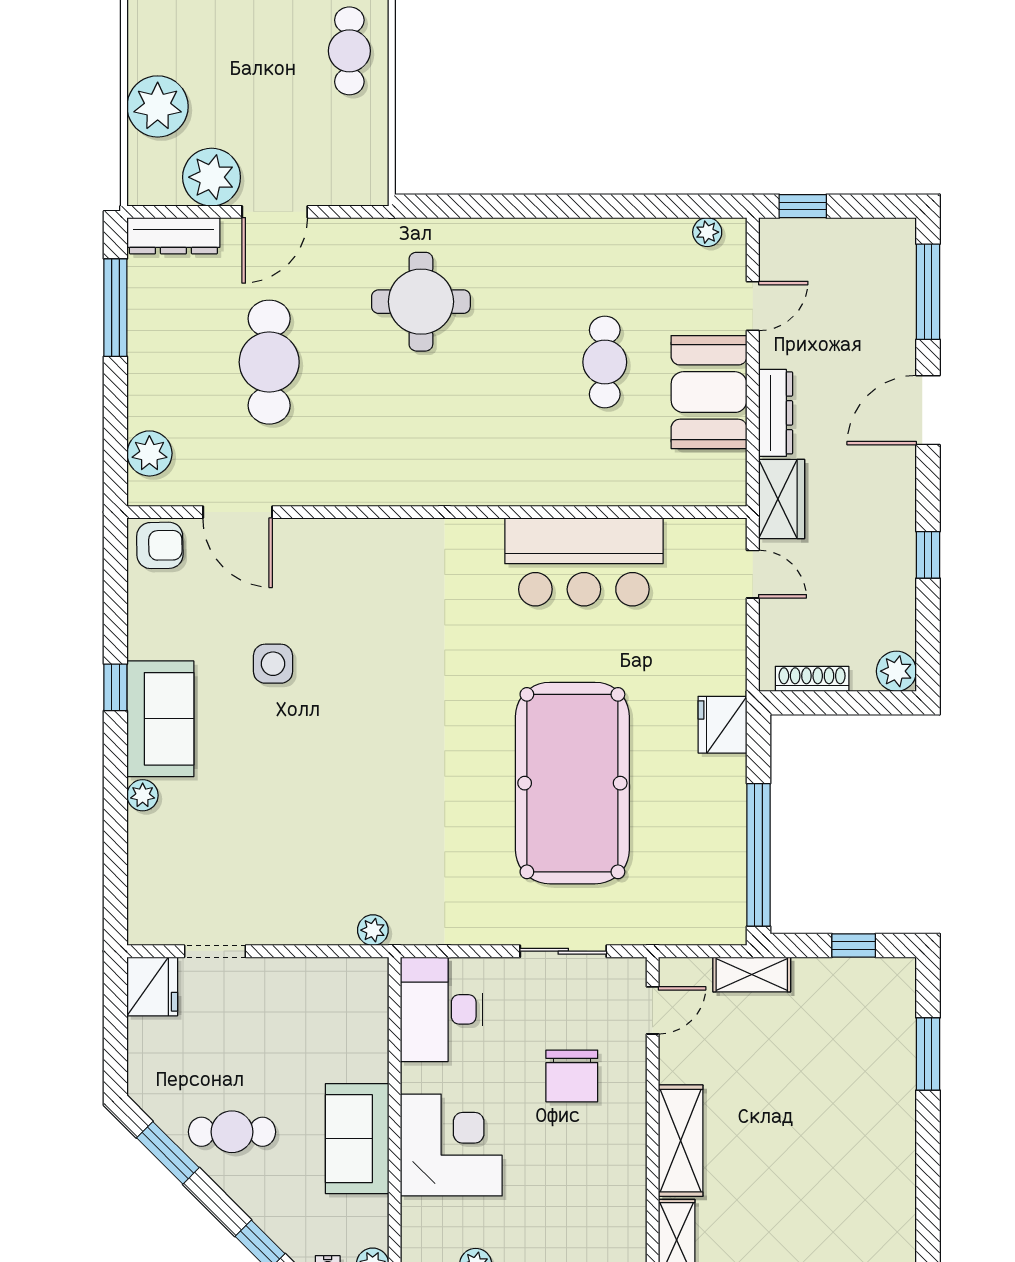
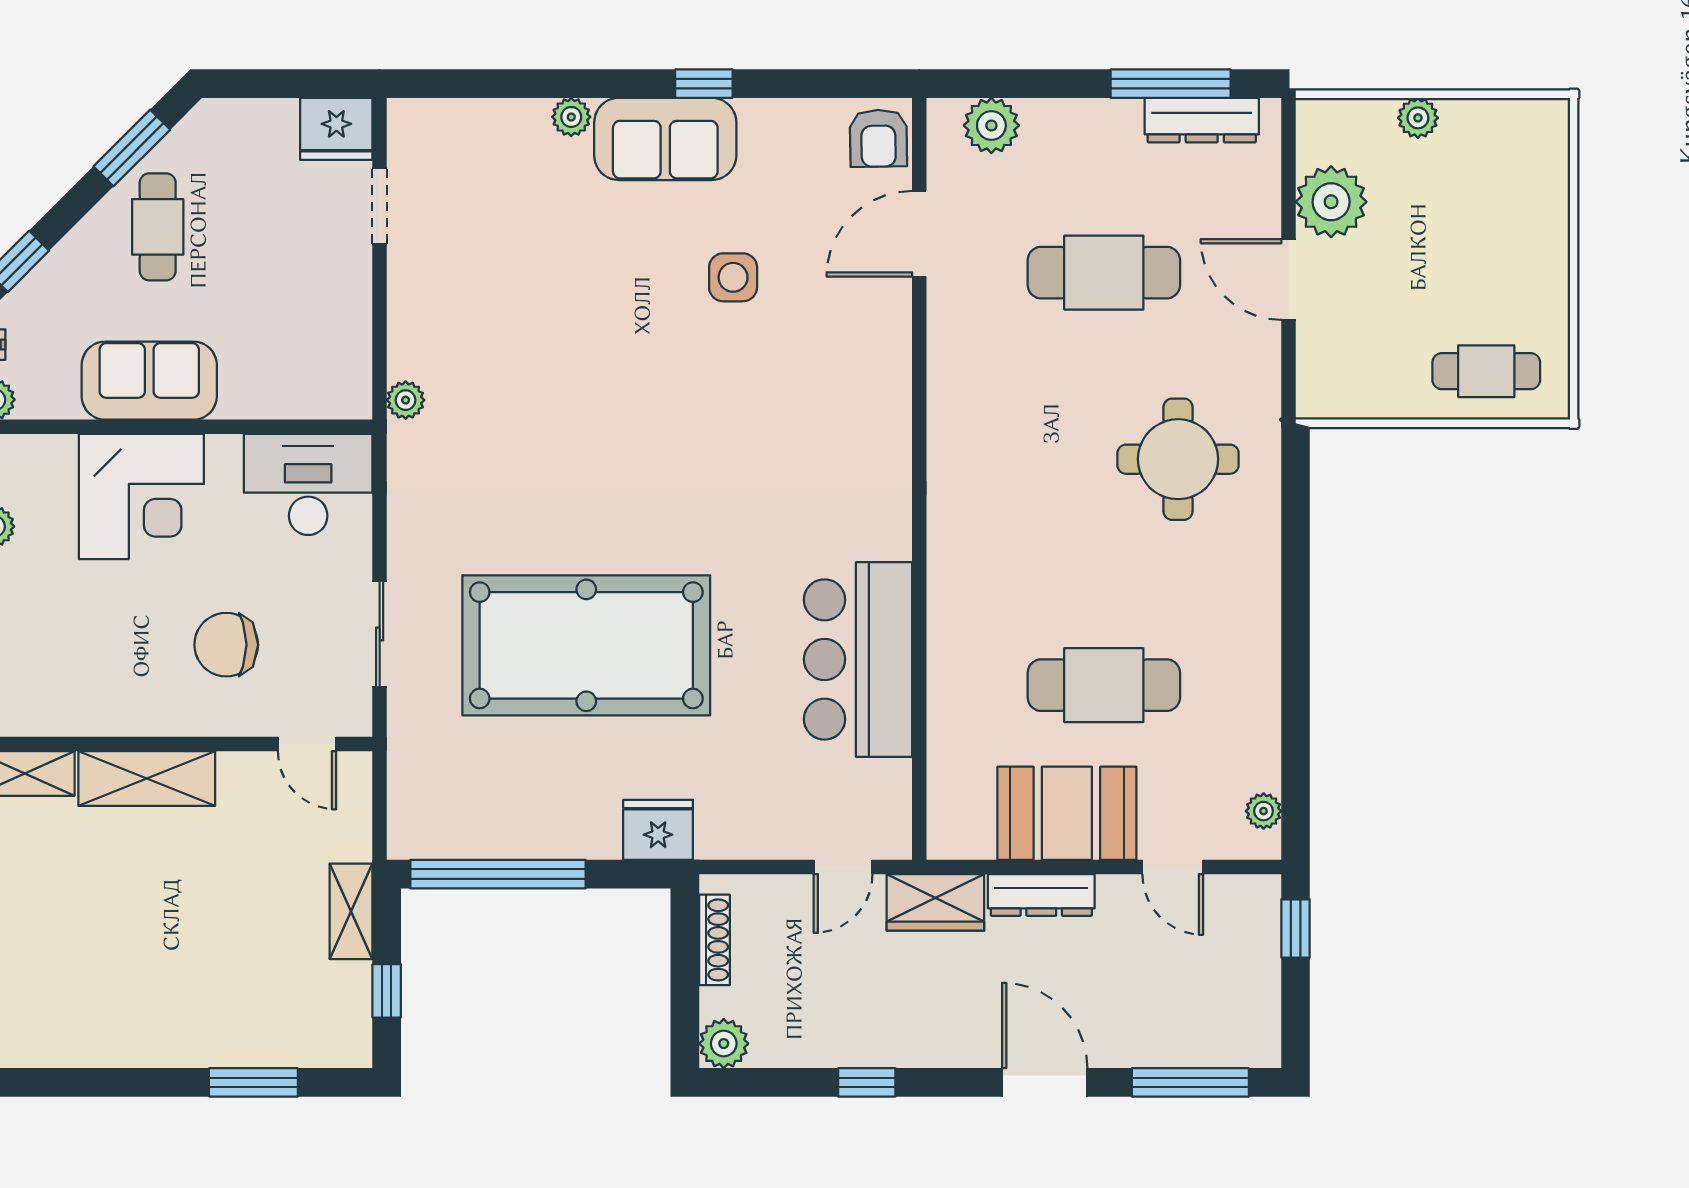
plant: (158, 106) -> (1418, 118), width x0.53, depth x0.53
dresser: (173, 236) -> (1202, 120), moved, turned -90
cafe table: (605, 362) -> (1104, 685), width x1.37, depth x1.35
shelving: (752, 975) -> (351, 911), moved

